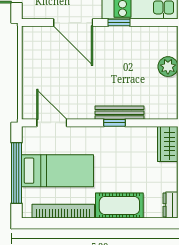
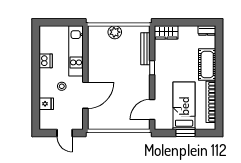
window: (119, 23) -> (85, 65), removed
bench: (120, 113) -> (145, 49), moved
window: (16, 173) -> (185, 133), width x0.47

